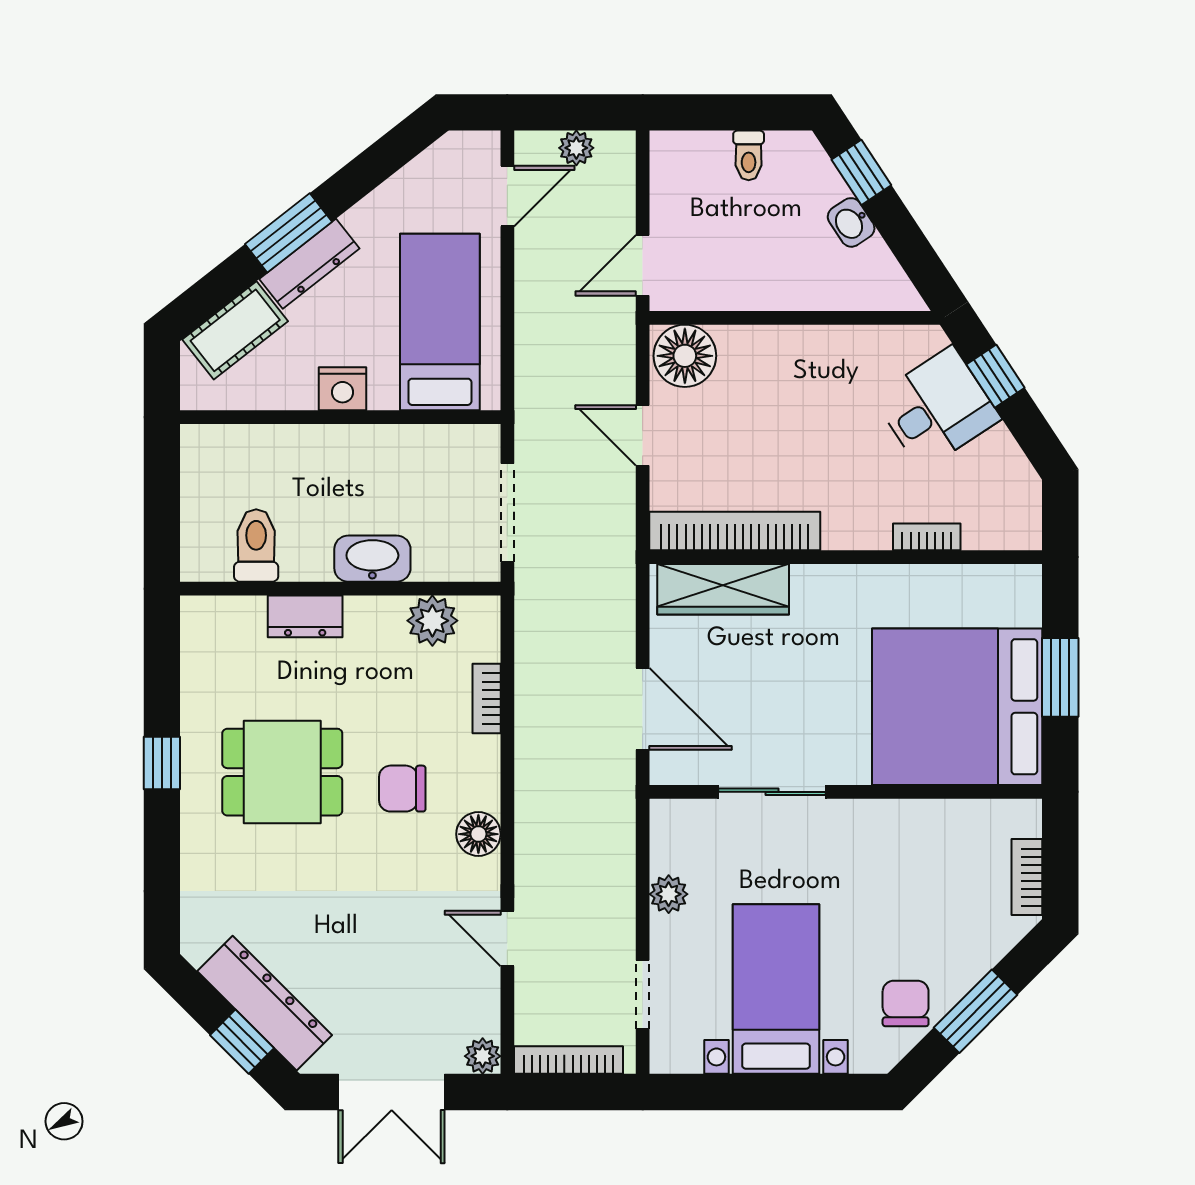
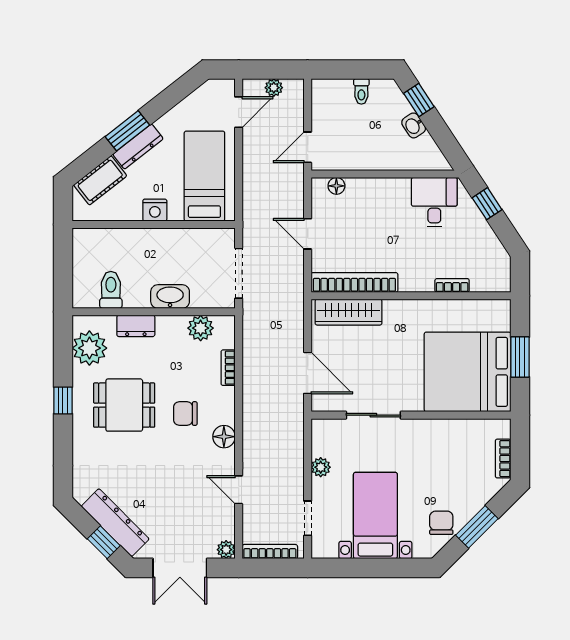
floor lamp: (685, 356) -> (336, 186), width x0.53, depth x0.53
desk: (937, 408) -> (434, 202), moved, turned -57
plant: (214, 660) -> (89, 348), added

